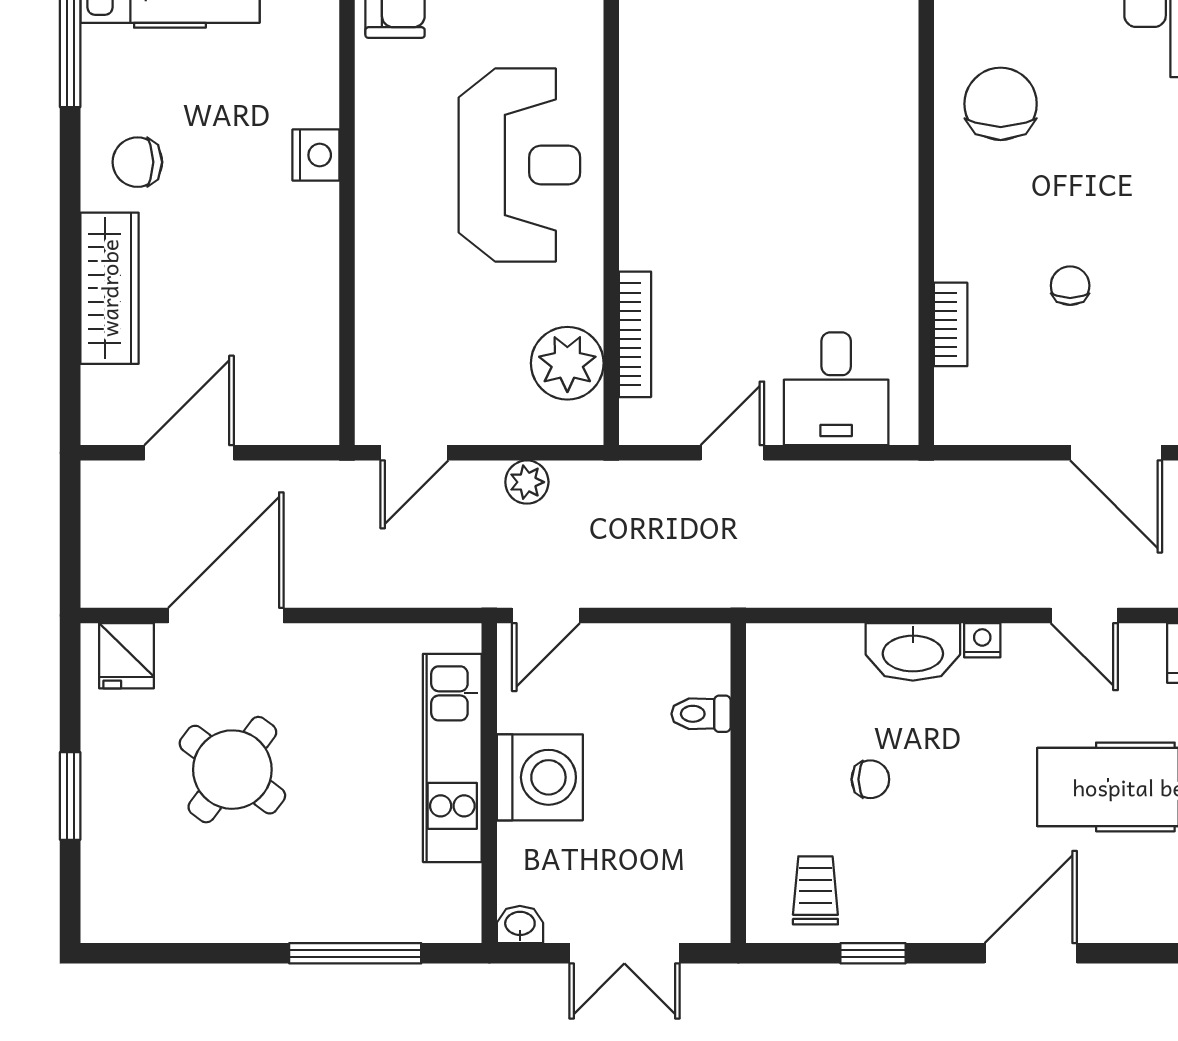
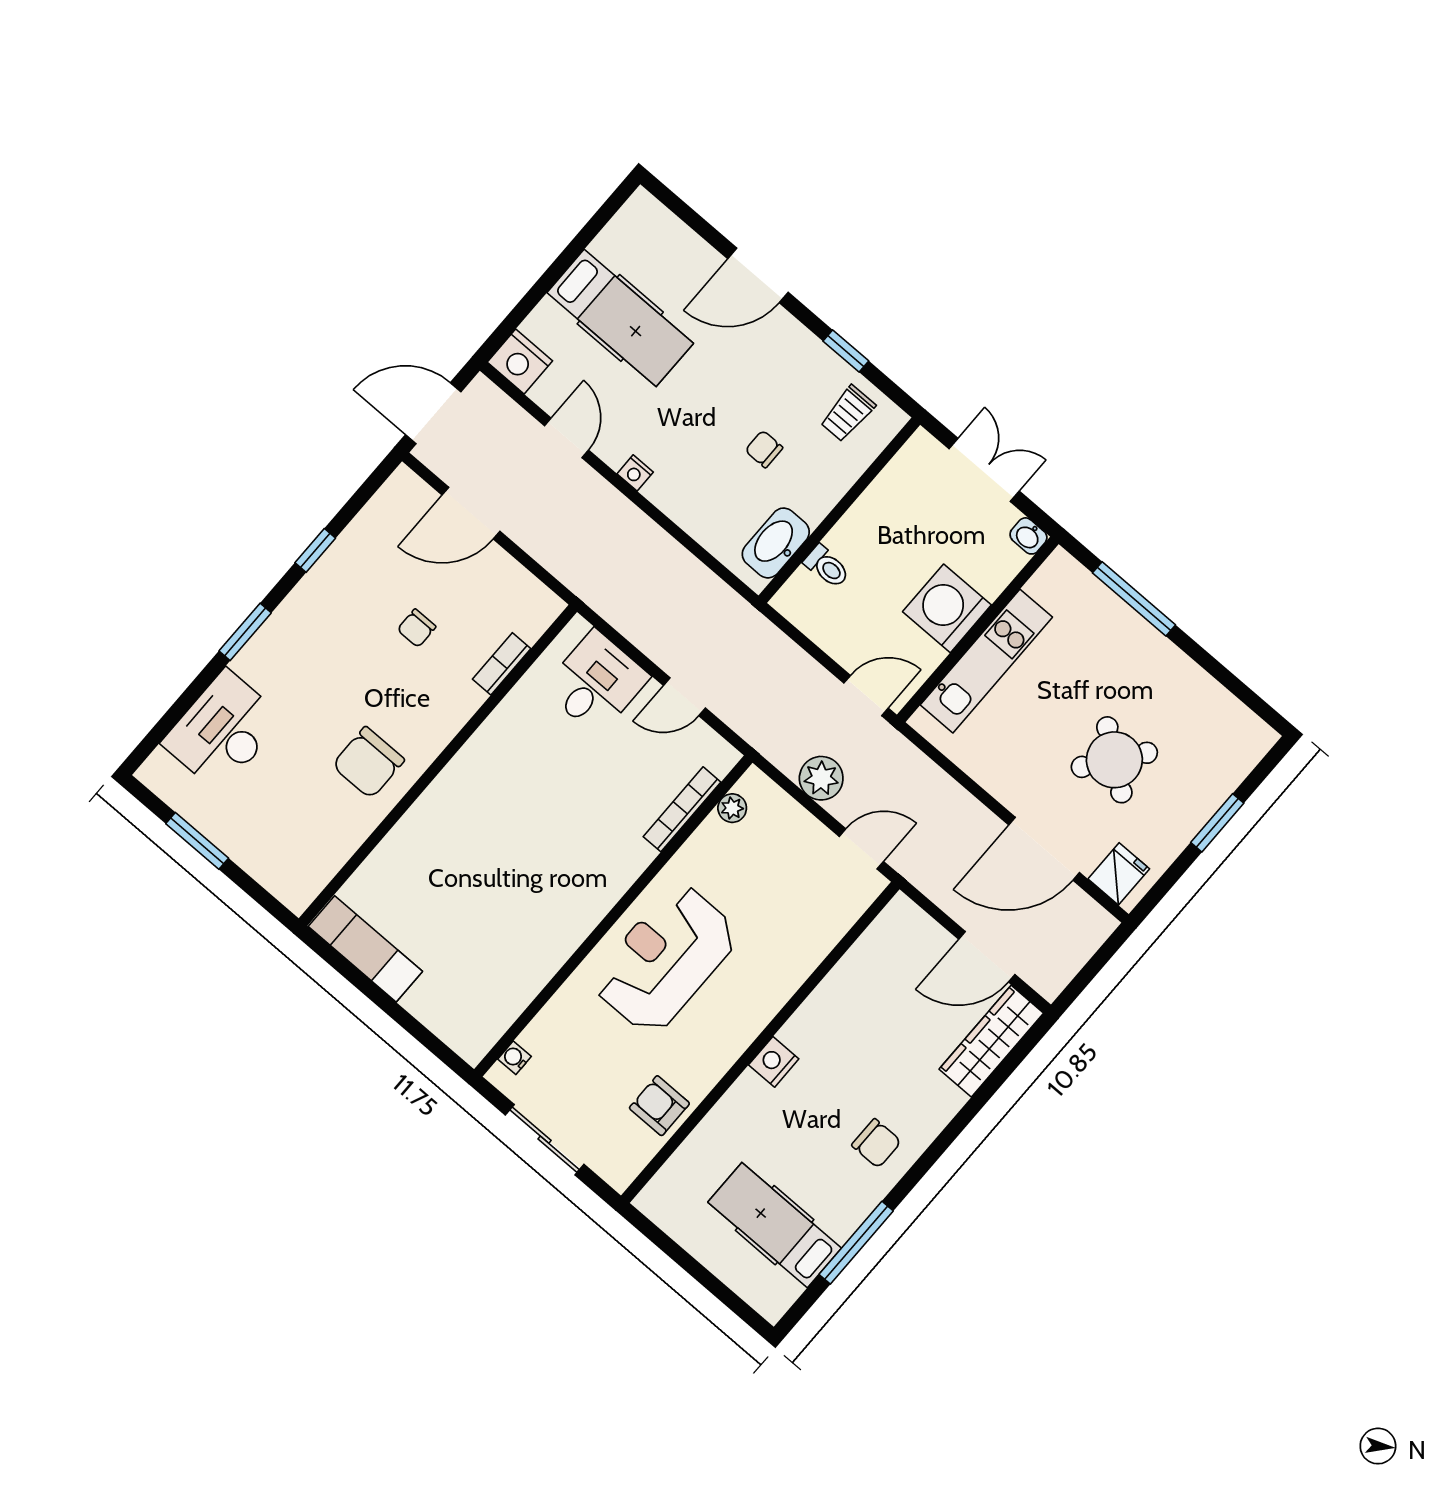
wardrobe: (109, 288) -> (991, 1041), moved
plant: (567, 363) -> (732, 808), width x0.53, depth x0.53
door: (1116, 453) -> (471, 513), swing flipped
plant: (527, 482) -> (821, 778), width x1.38, depth x1.38
washbasin: (913, 652) -> (776, 543), moved, turned -90

